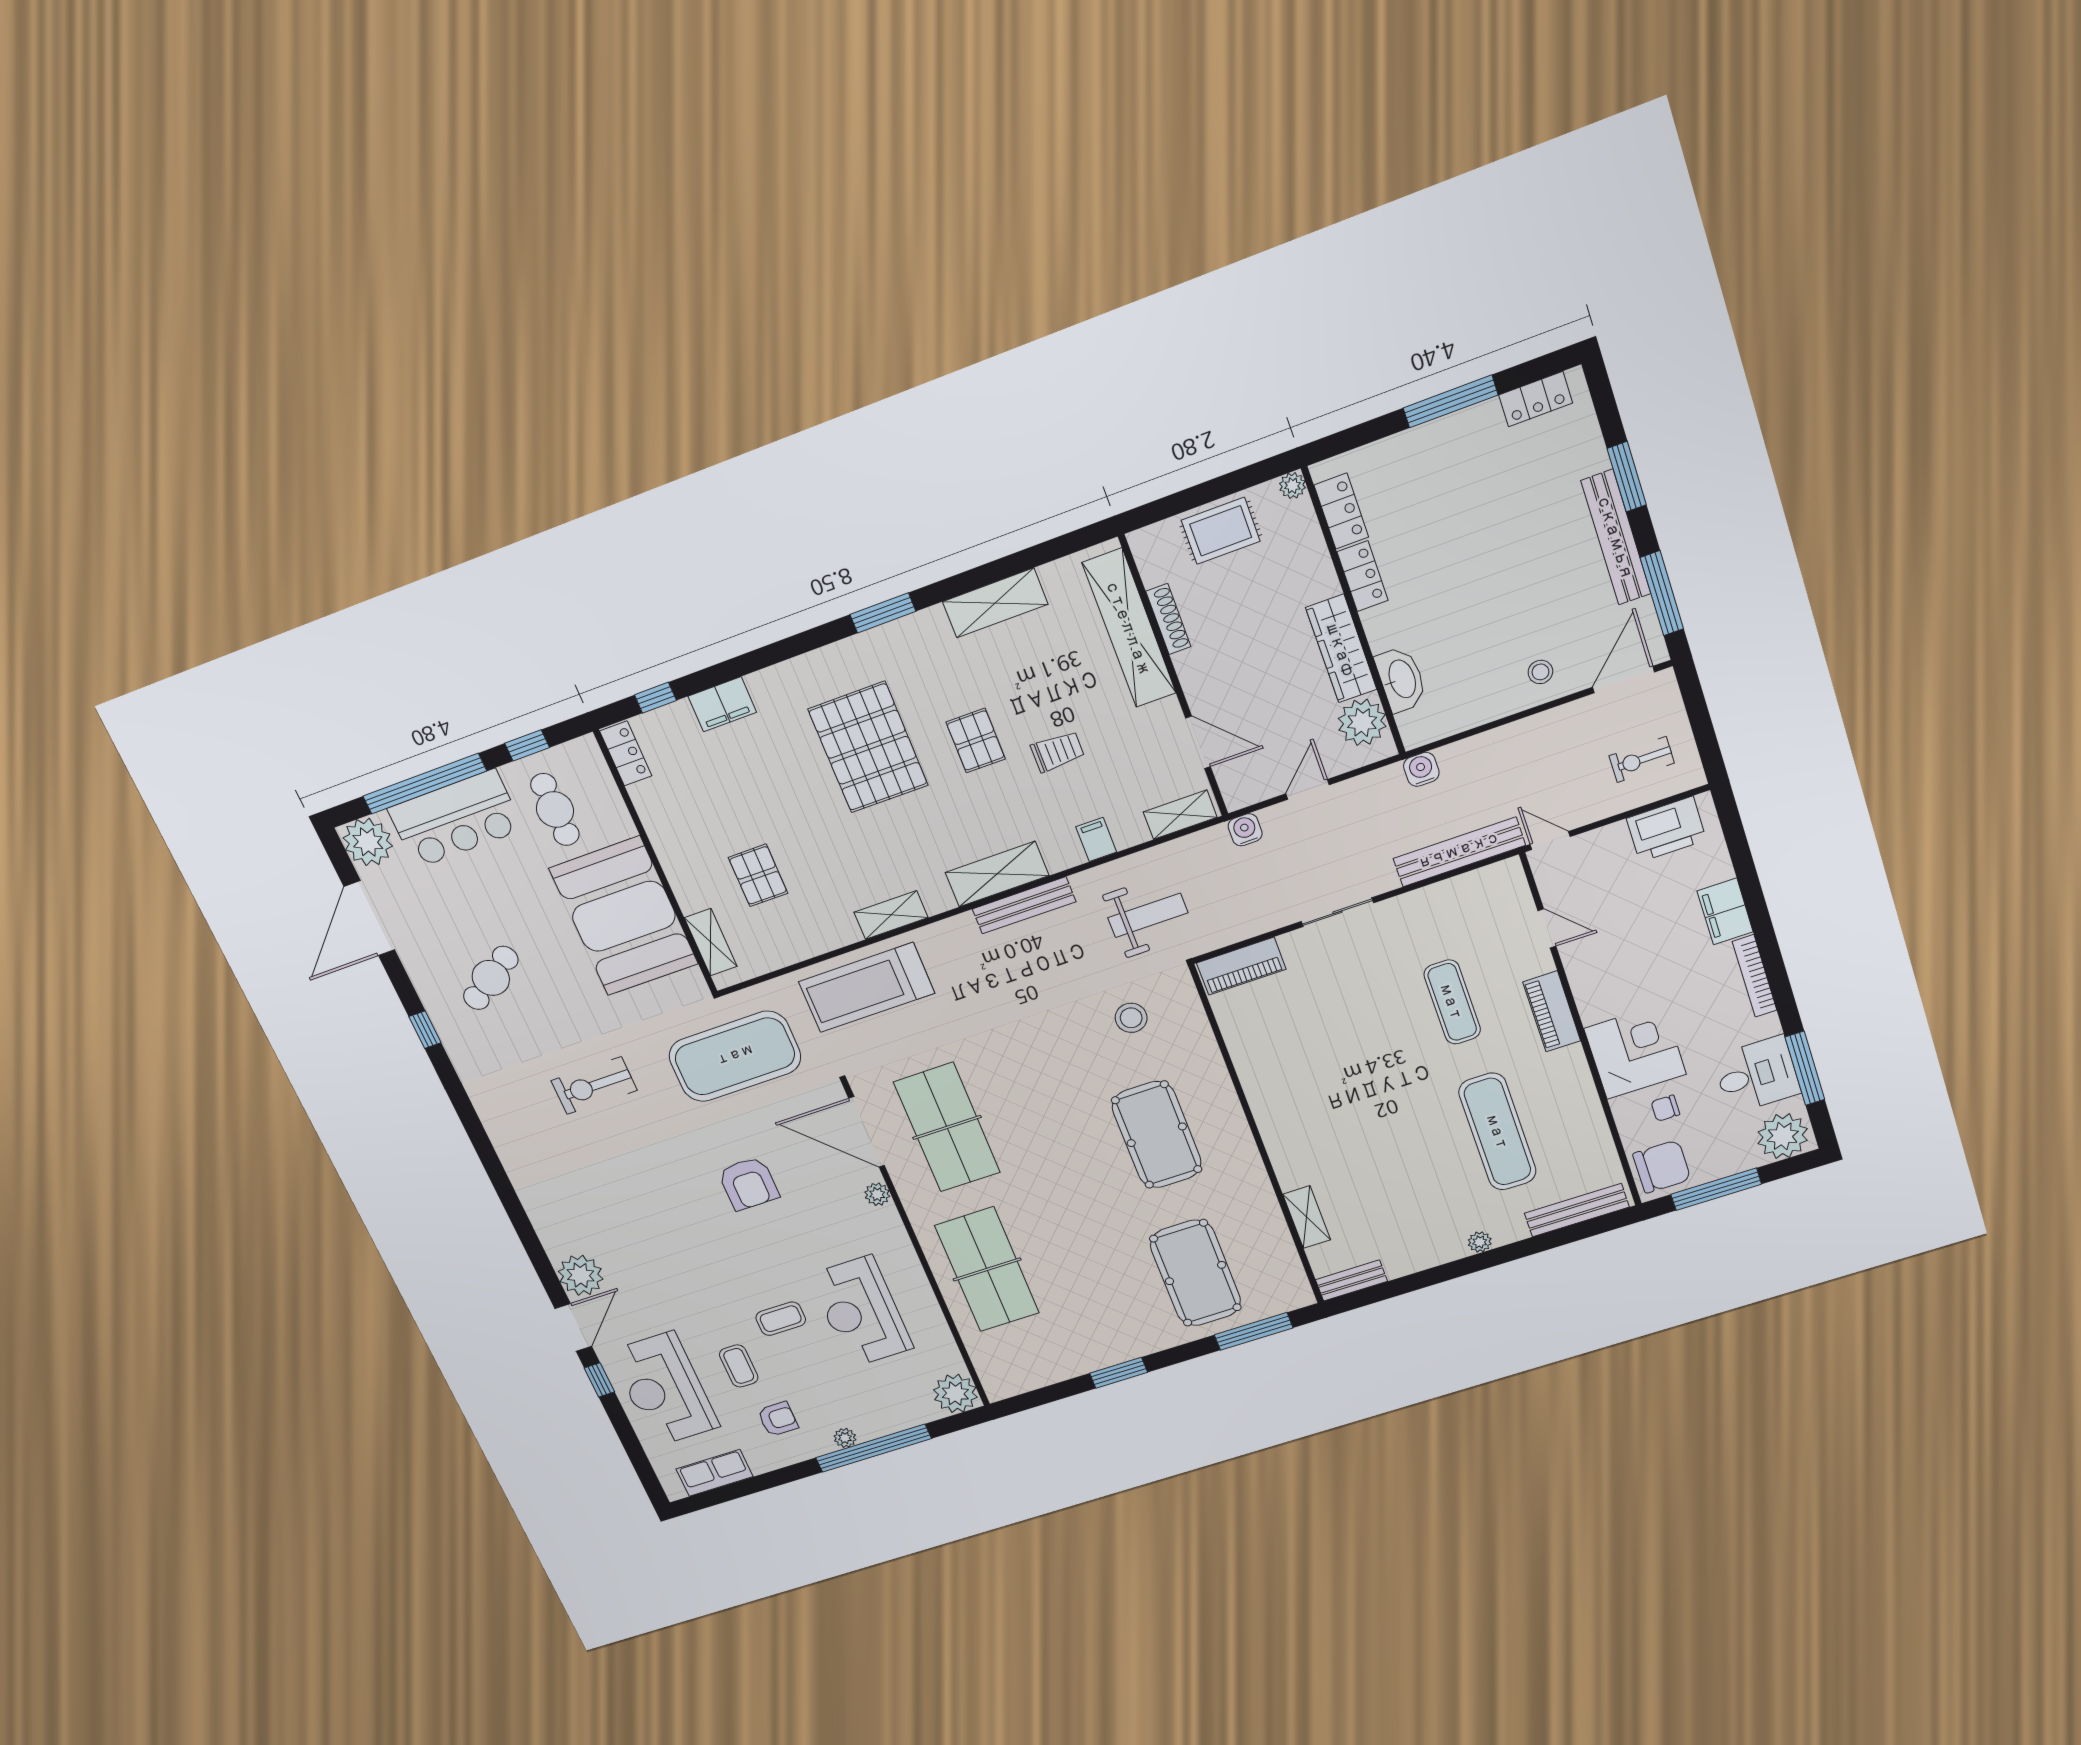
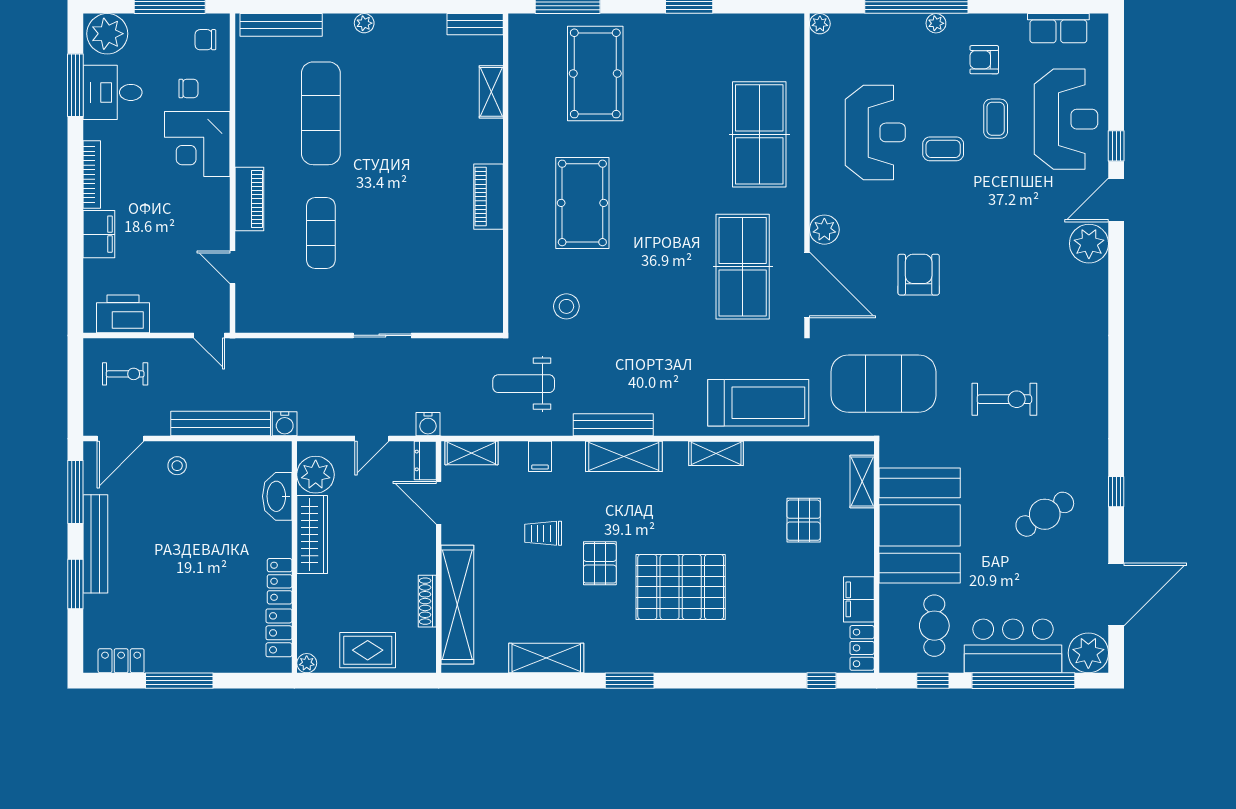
filing cabinet: (722, 704) -> (859, 599), moved, turned -90
pallet: (868, 747) -> (681, 587), turned 90
dresser: (1233, 786) -> (425, 460), added
bench: (1459, 852) -> (221, 424), moved
piano: (1241, 966) -> (488, 197), moved, turned -90
chair: (1662, 1167) -> (205, 40), width x0.54, depth x0.54
plant: (877, 1194) -> (824, 230), width x1.38, depth x1.38
plant: (955, 1394) -> (820, 24), width x0.53, depth x0.53

